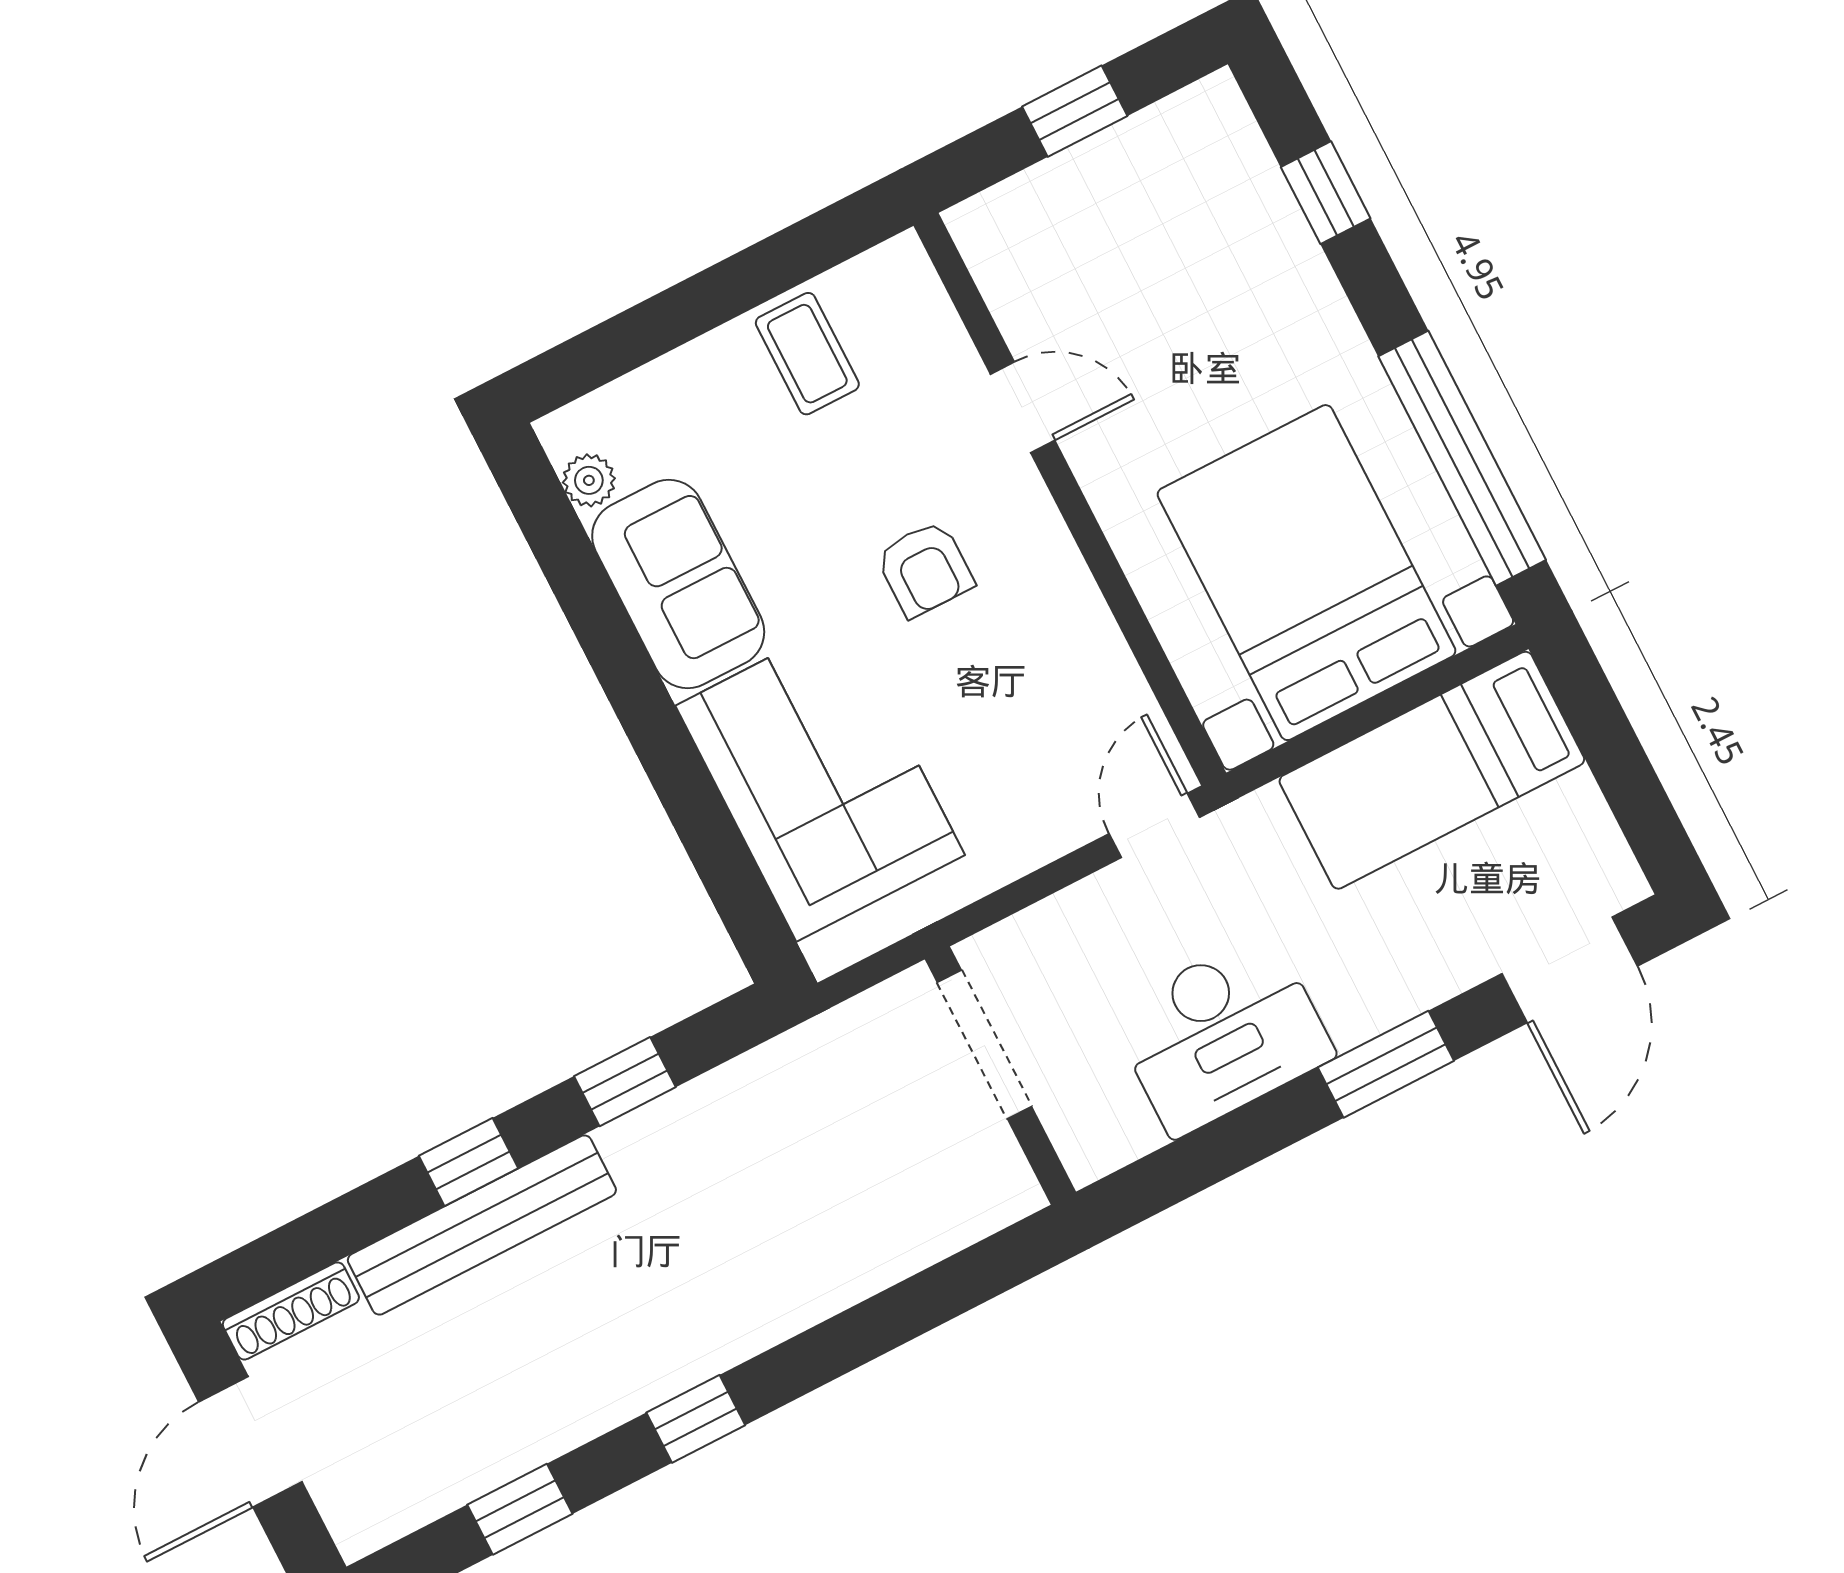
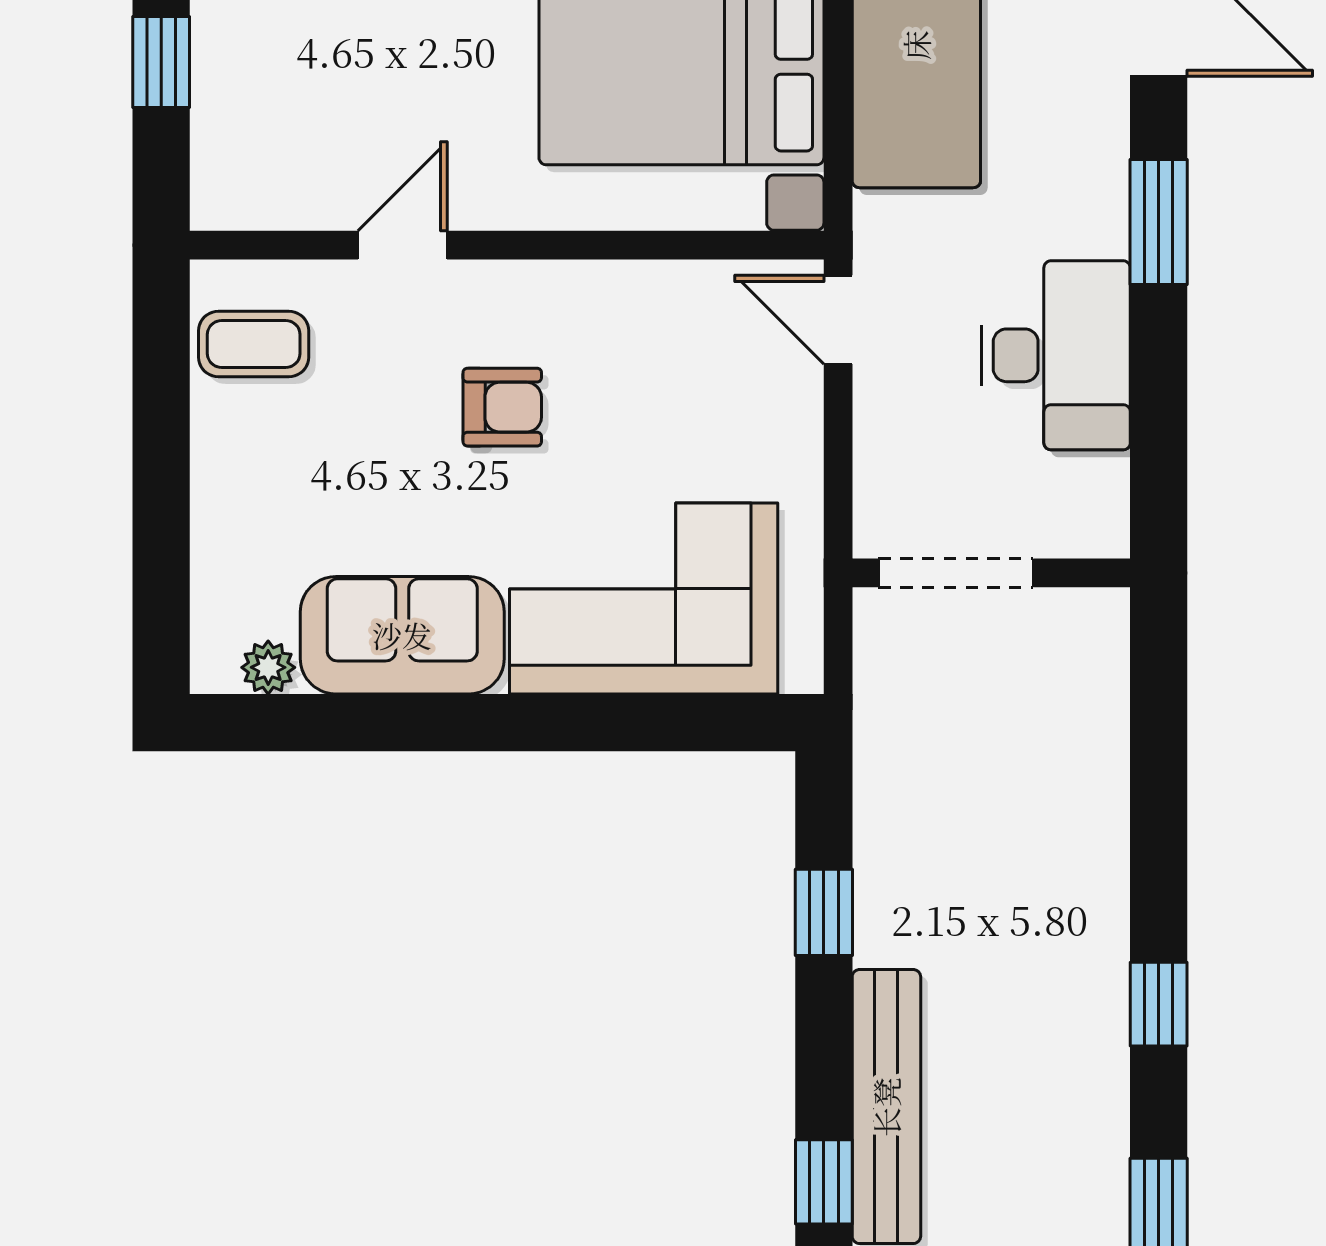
coffee table: (807, 354) -> (254, 344), moved
window: (468, 1162) -> (824, 1182), moved

